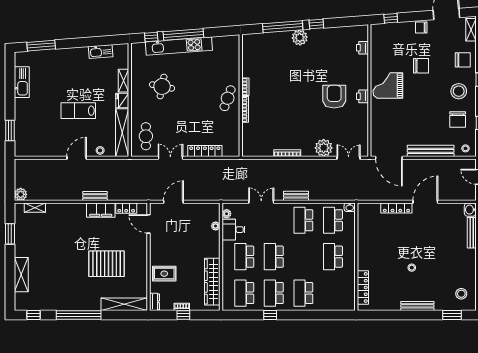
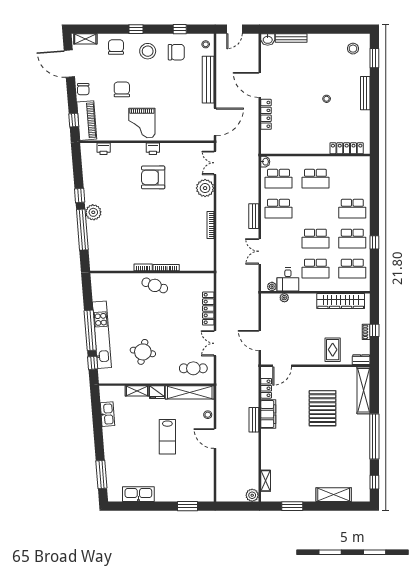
piano: (390, 31) -> (87, 121), added

